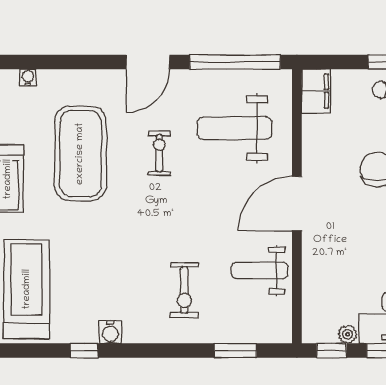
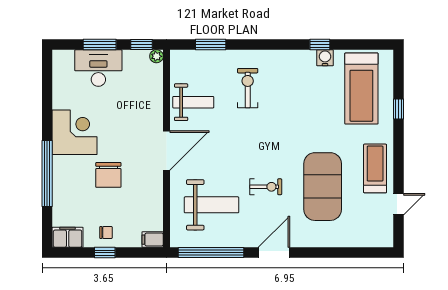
water cooler: (28, 77) -> (360, 241), removed
filing cabinet: (316, 91) -> (153, 240), width x0.50
exercise bike: (159, 153) -> (266, 187), turned -90
water cooler: (110, 332) -> (325, 58), moved
plant: (348, 334) -> (156, 56), moved

